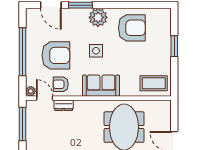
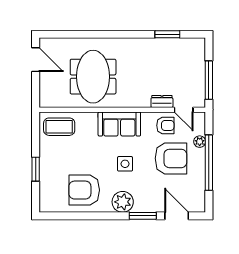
armchair: (56, 55) -> (171, 158), turned 180
plant: (31, 91) -> (200, 142), moved

